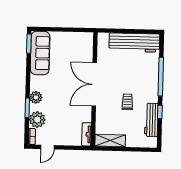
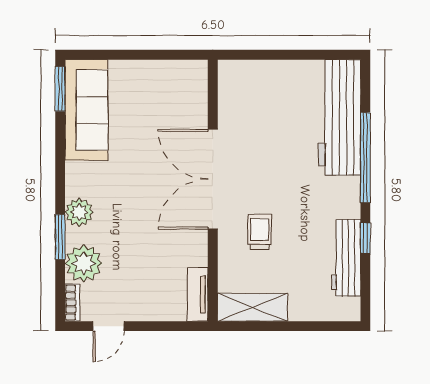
workbench: (134, 43) -> (339, 117), moved, turned 90
trolley: (127, 102) -> (260, 232), moved

